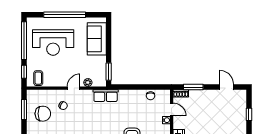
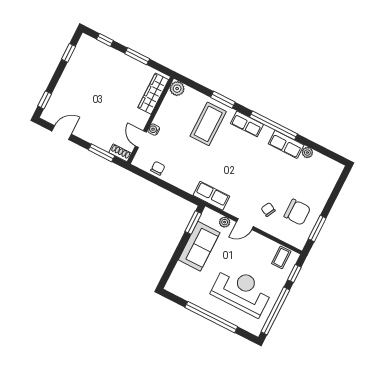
sofa: (97, 39) -> (199, 246), moved
door: (227, 87) -> (62, 133), swing flipped
chair: (43, 114) -> (297, 212), turned 180
window: (249, 114) -> (45, 100), moved

